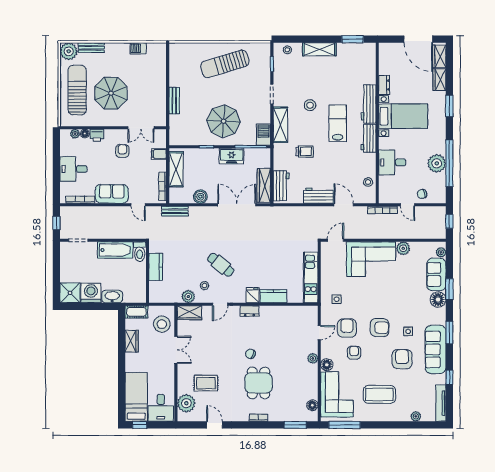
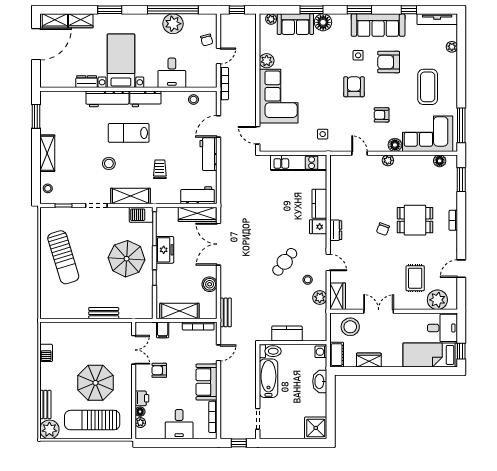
washing machine: (91, 293) -> (321, 352), moved, width x0.53, depth x0.53
armchair: (347, 328) -> (354, 123), removed

